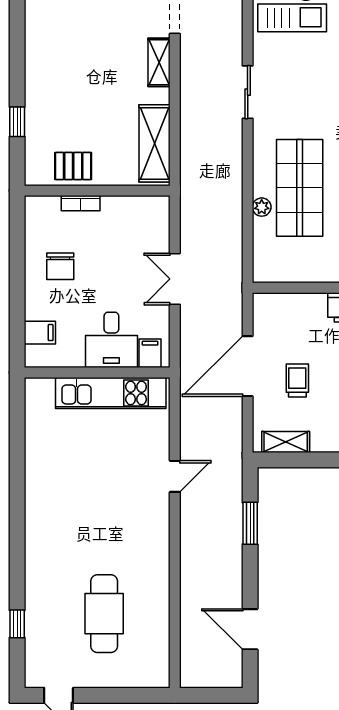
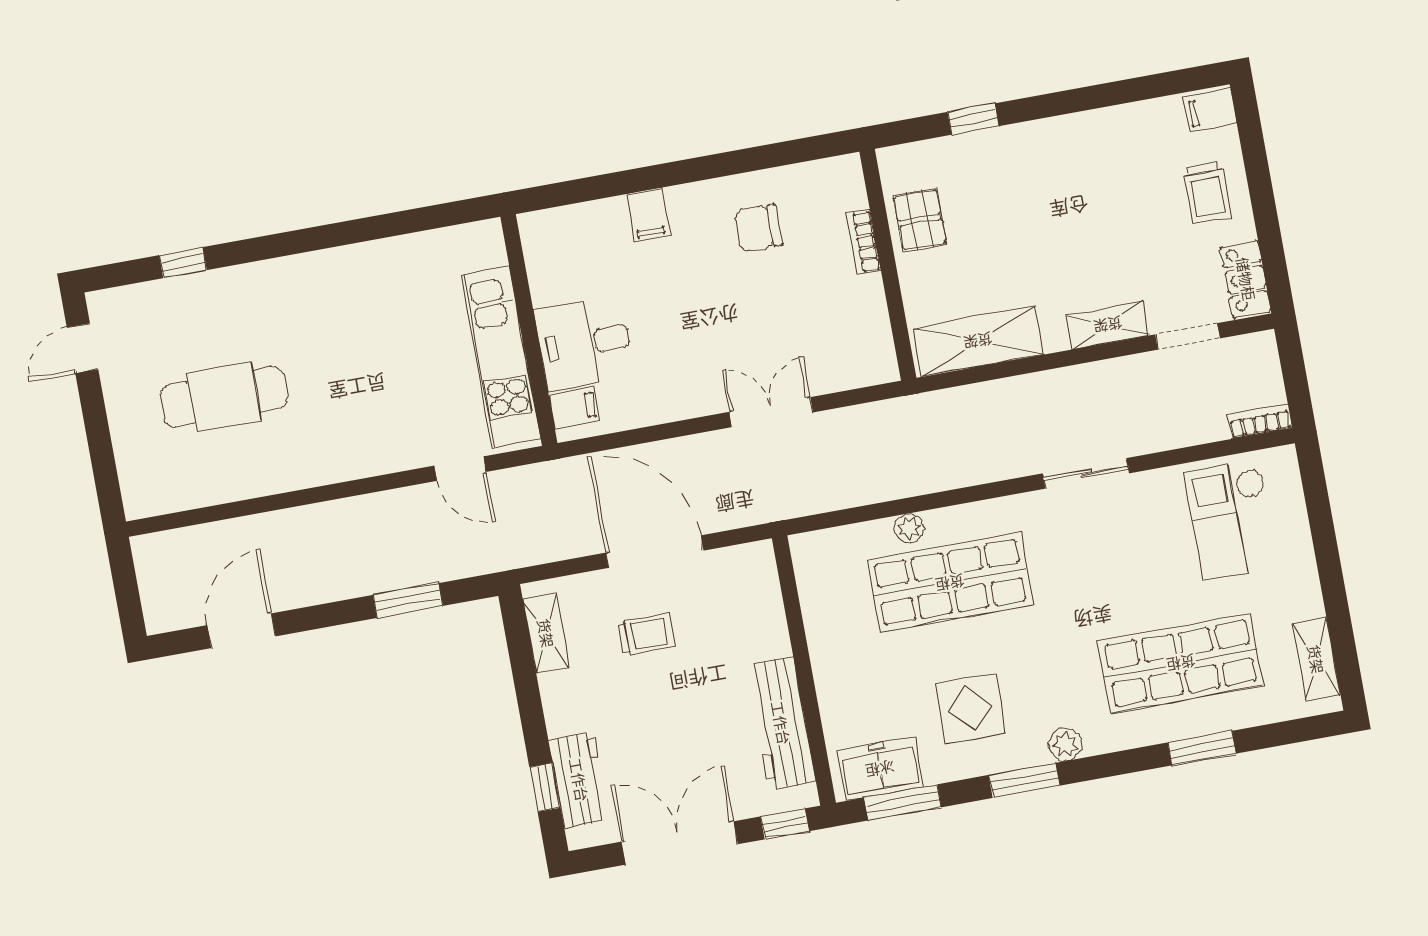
desk: (111, 340) -> (584, 343), moved
filing cabinet: (150, 353) -> (574, 408), moved
wall: (97, 373) -> (529, 330), moved
kitchen unit: (111, 393) -> (501, 357), moved

